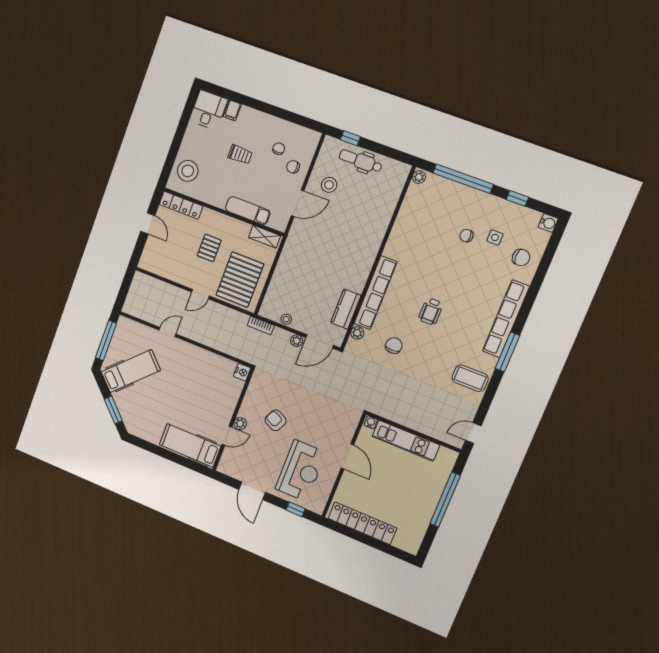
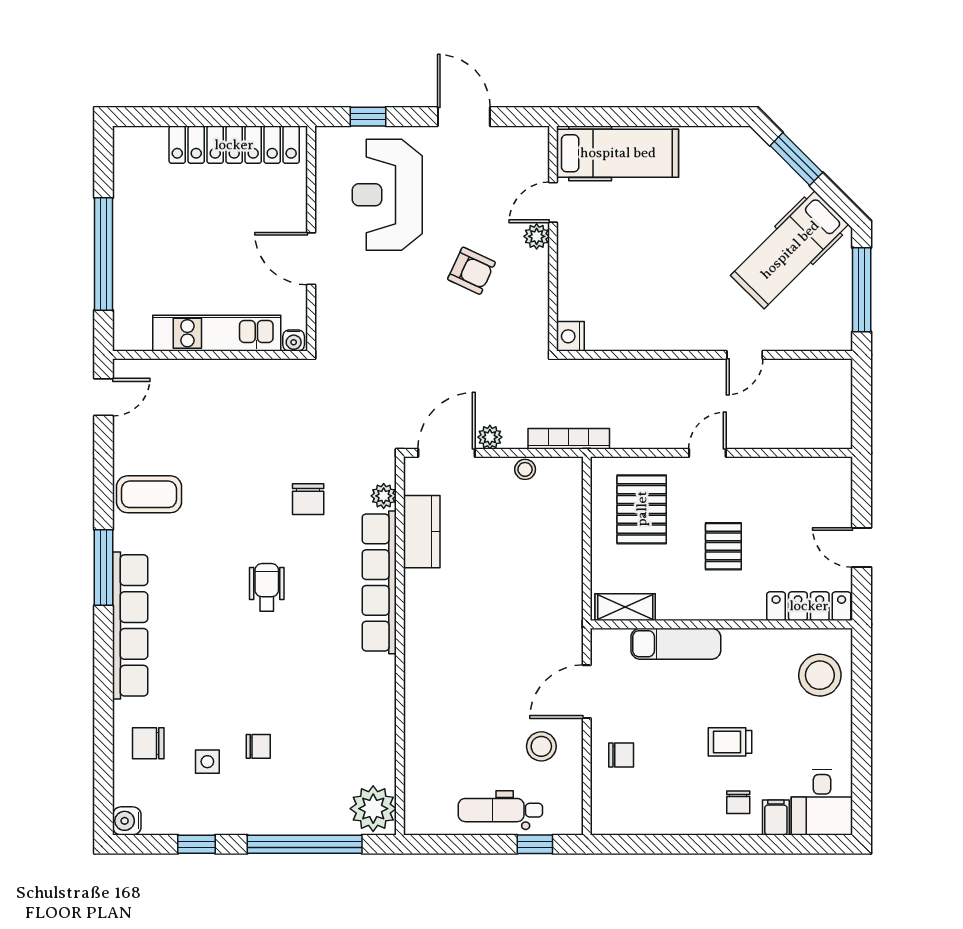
chair: (279, 149) -> (738, 802), moved
dental chair: (361, 161) -> (500, 810), turned 180
plant: (419, 177) -> (373, 809), width x1.87, depth x1.87
pallet: (240, 280) -> (642, 509), width x0.73, depth x0.71
bookcase: (261, 325) -> (569, 439), width x1.56

